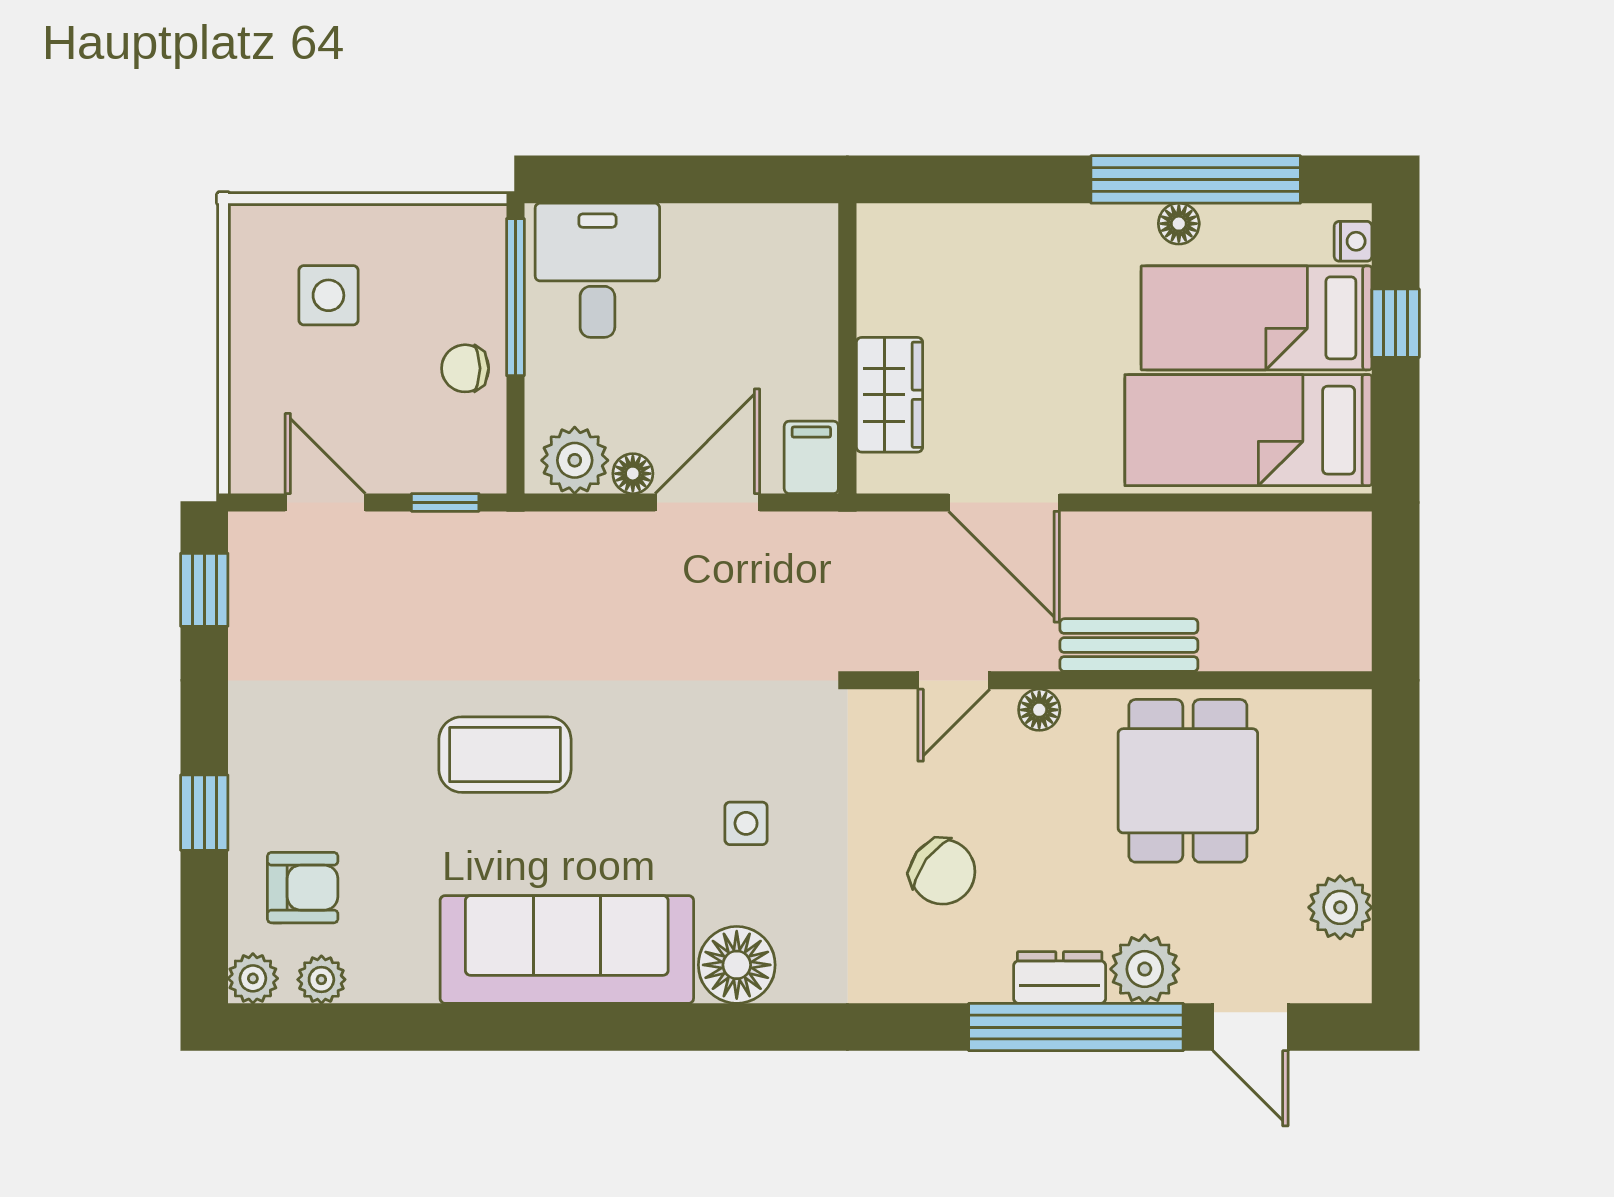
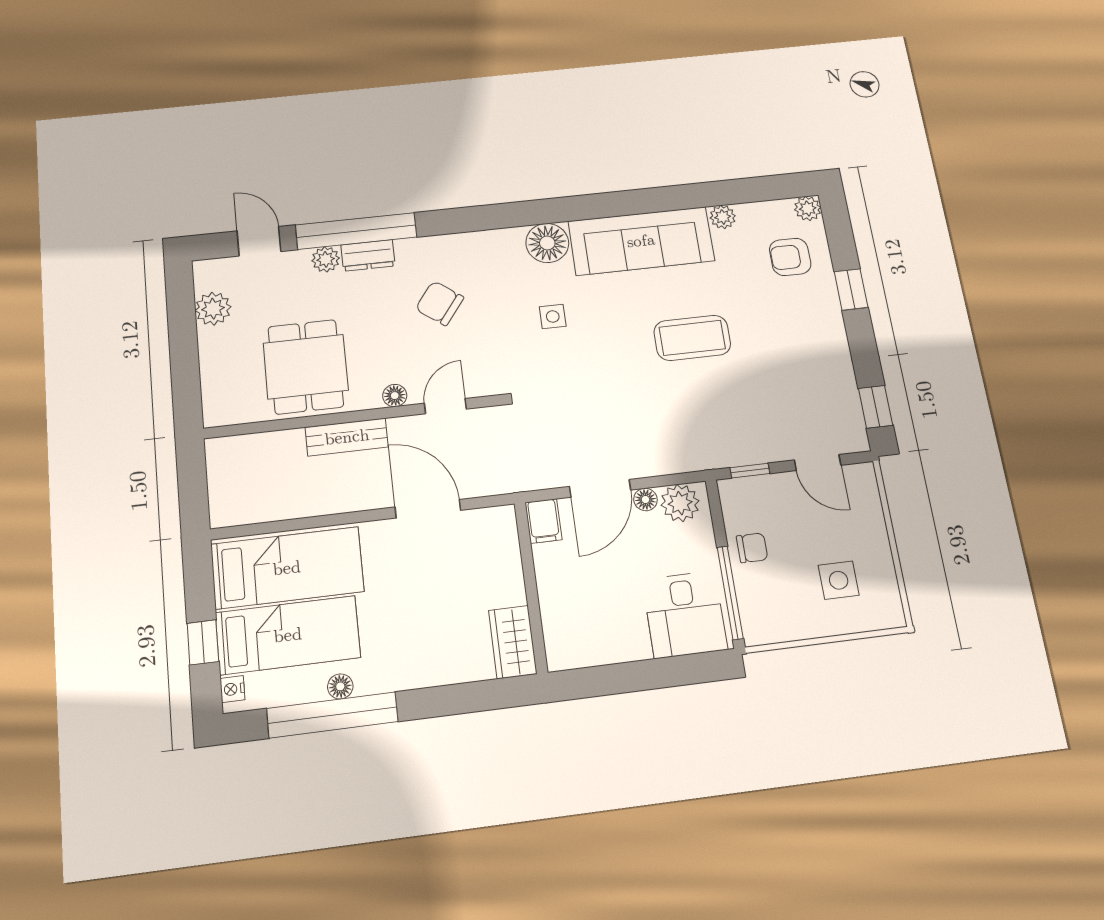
wardrobe: (889, 395) -> (513, 642), moved
plant: (1145, 969) -> (326, 259), width x0.73, depth x0.73
plant: (321, 980) -> (723, 217), moved

